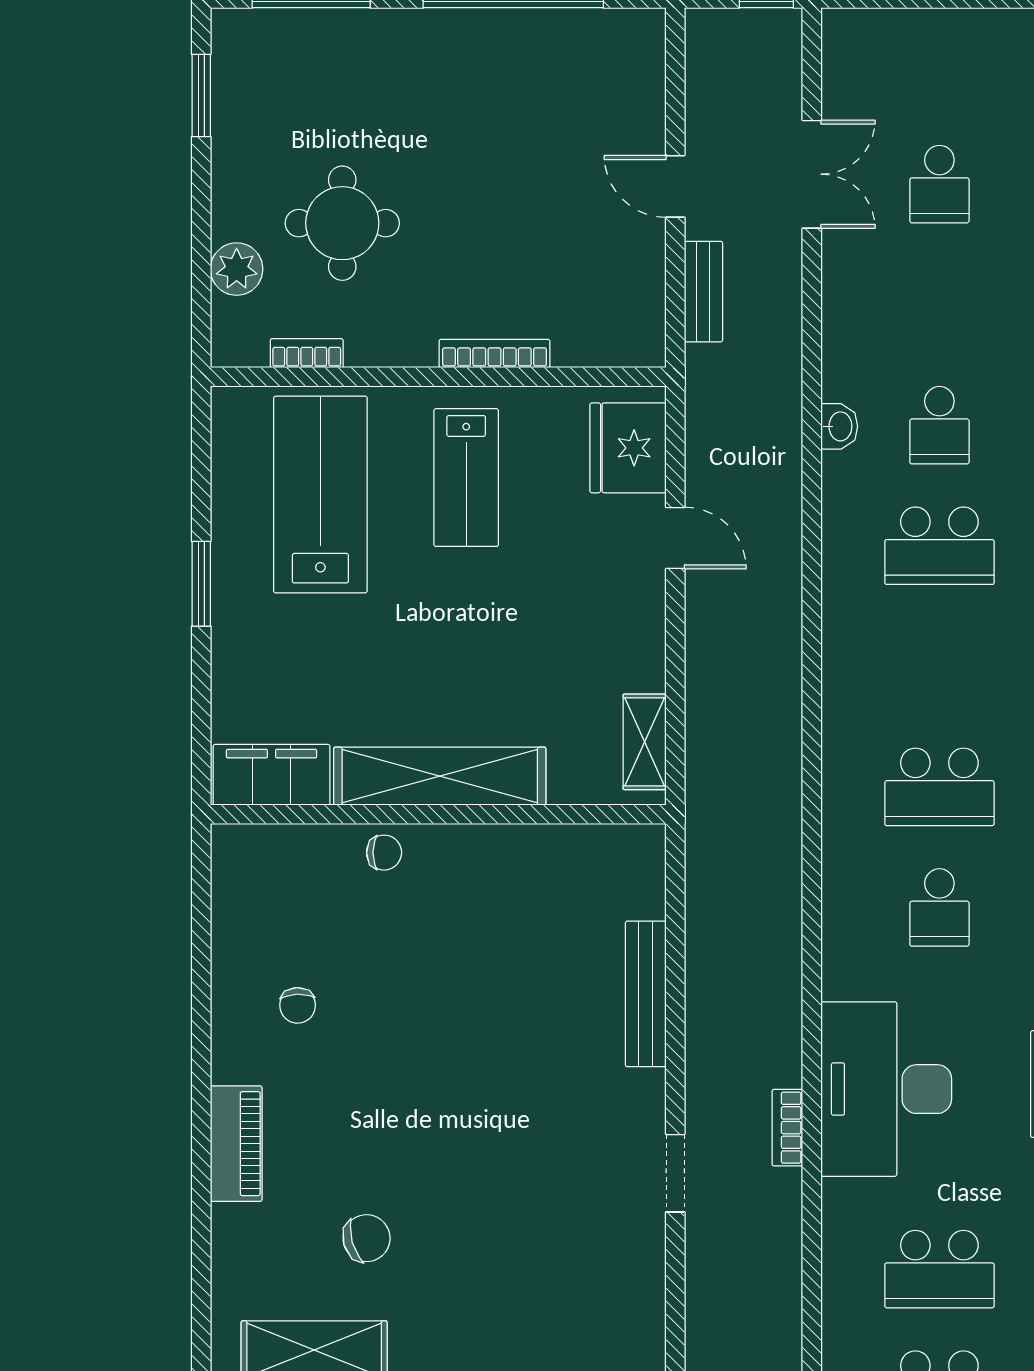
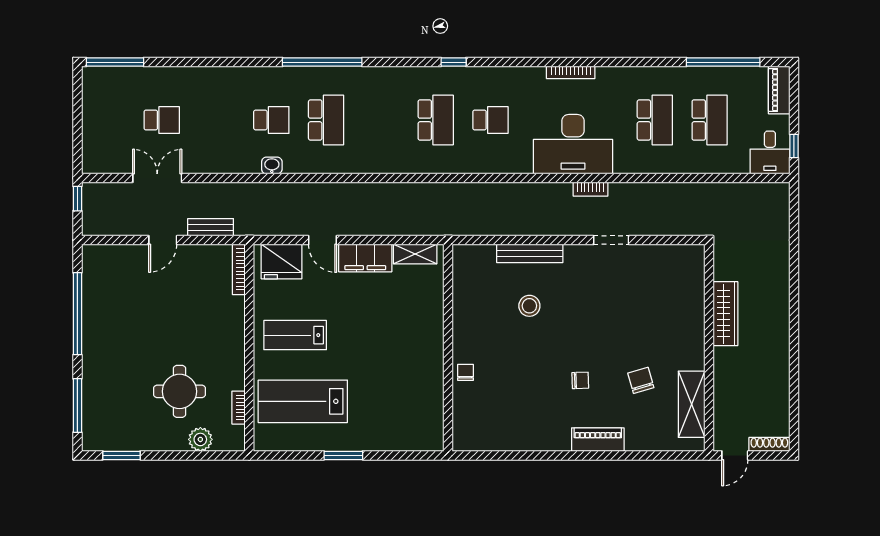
bookcase: (494, 353) -> (239, 269), moved
lab bench: (466, 478) -> (295, 335), turned 180
door: (675, 538) -> (323, 240), swing flipped
filing cabinet: (272, 775) -> (365, 258), moved, turned -90
shelving: (440, 776) -> (431, 347), removed
stool: (531, 993) -> (529, 306), added
chair: (298, 1005) -> (580, 380), moved

